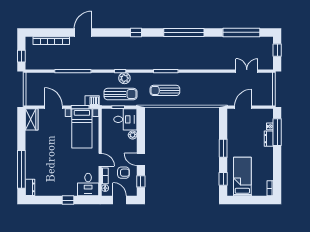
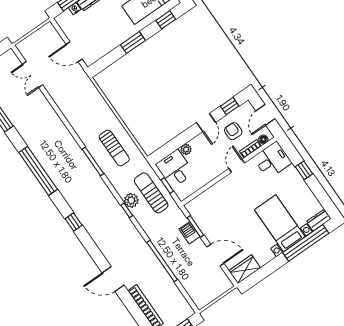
barbecue: (92, 101) -> (190, 233), moved
door: (53, 107) -> (215, 255), swing flipped
bed with nightstands: (82, 128) -> (280, 223), moved, turned -90

